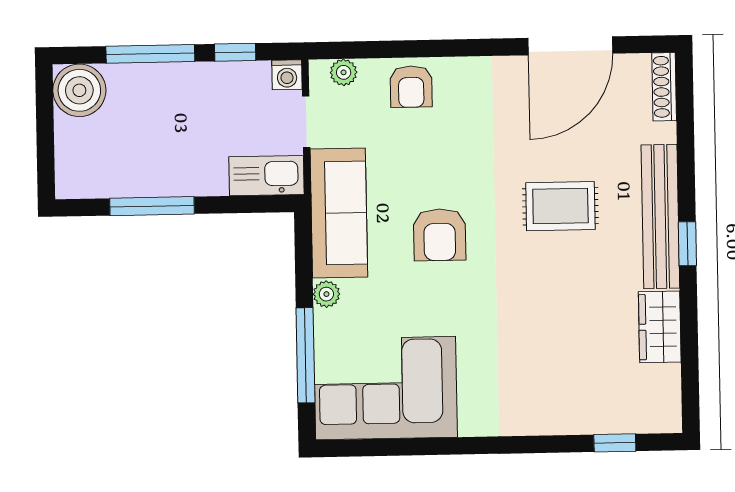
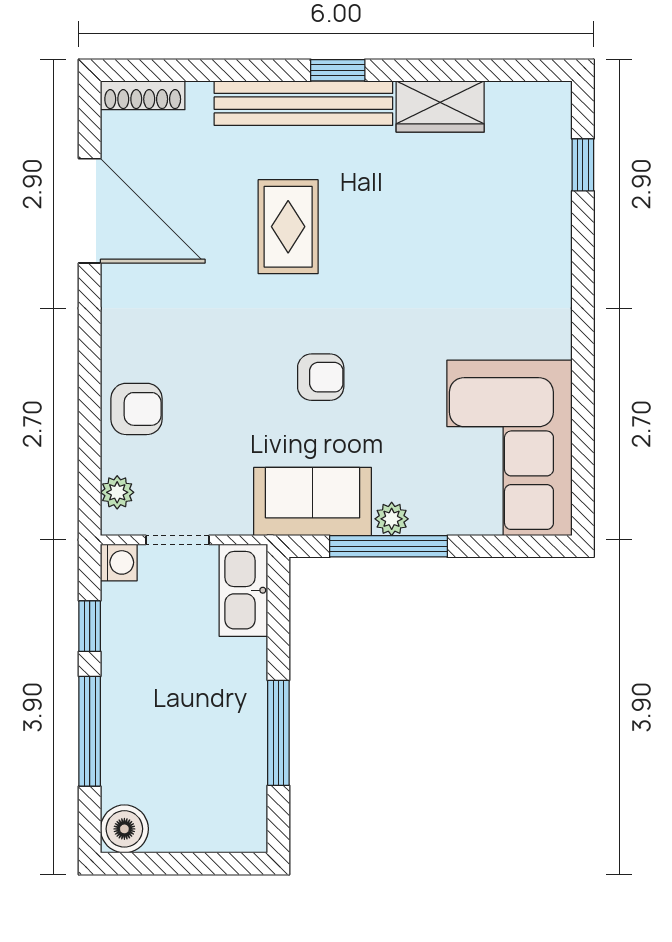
boiler: (79, 90) -> (124, 829), width x0.73, depth x0.73
sofa: (339, 213) -> (313, 502), width x0.73
armchair: (440, 235) -> (321, 377), width x0.72, depth x0.72
window: (305, 355) -> (389, 546), moved

